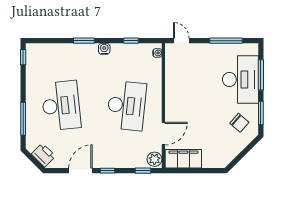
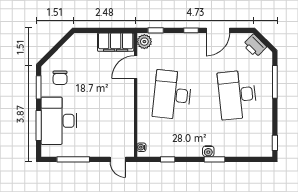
water cooler: (104, 49) -> (208, 151), moved
chair: (239, 123) -> (60, 78), turned -131

